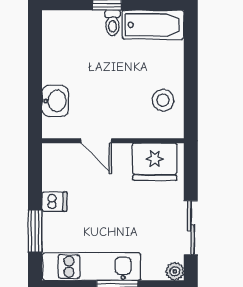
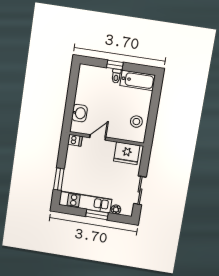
door: (96, 141) -> (98, 137), swing flipped
dishwasher: (54, 202) -> (75, 140), moved
plant: (175, 271) -> (116, 209), moved

